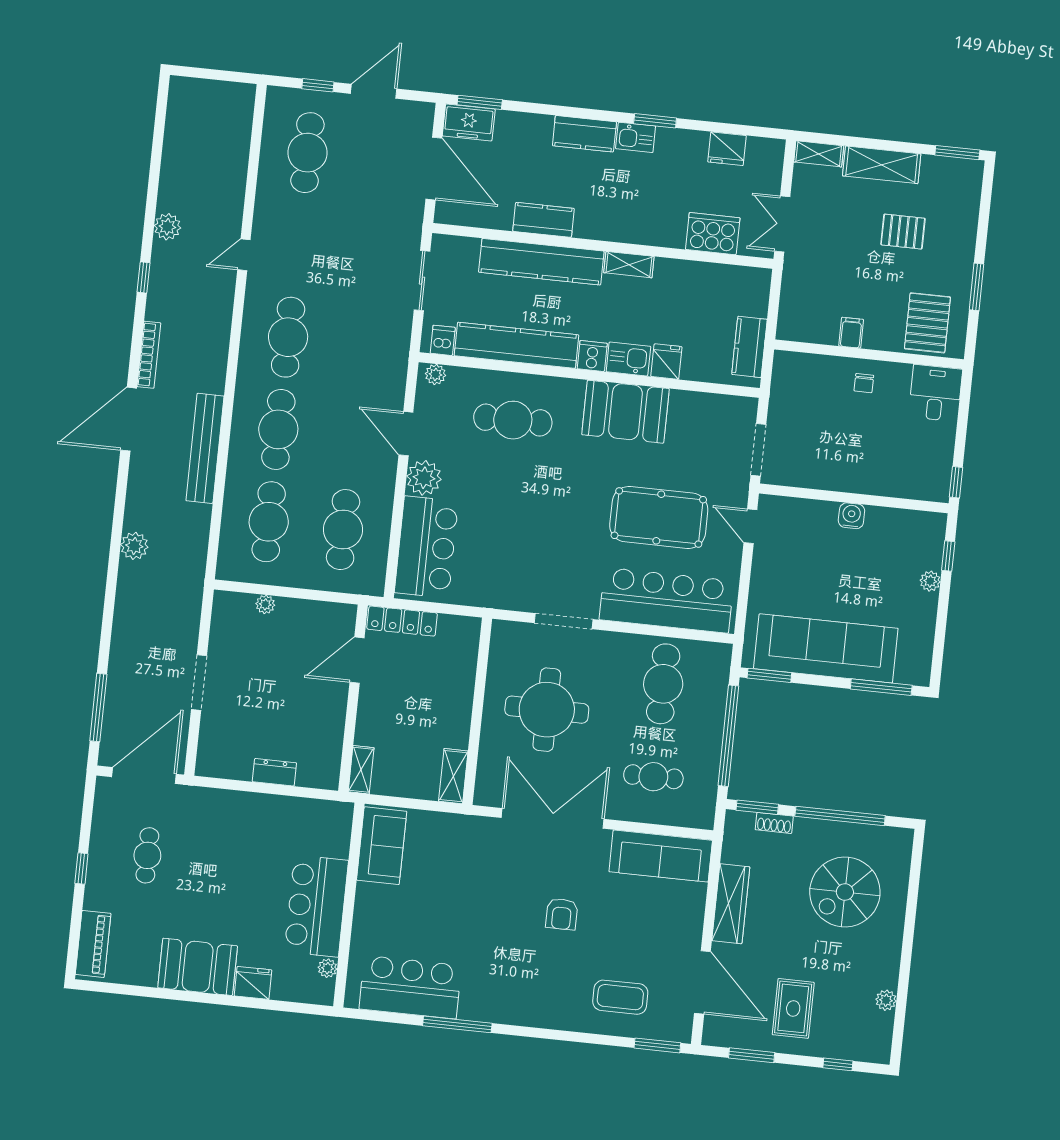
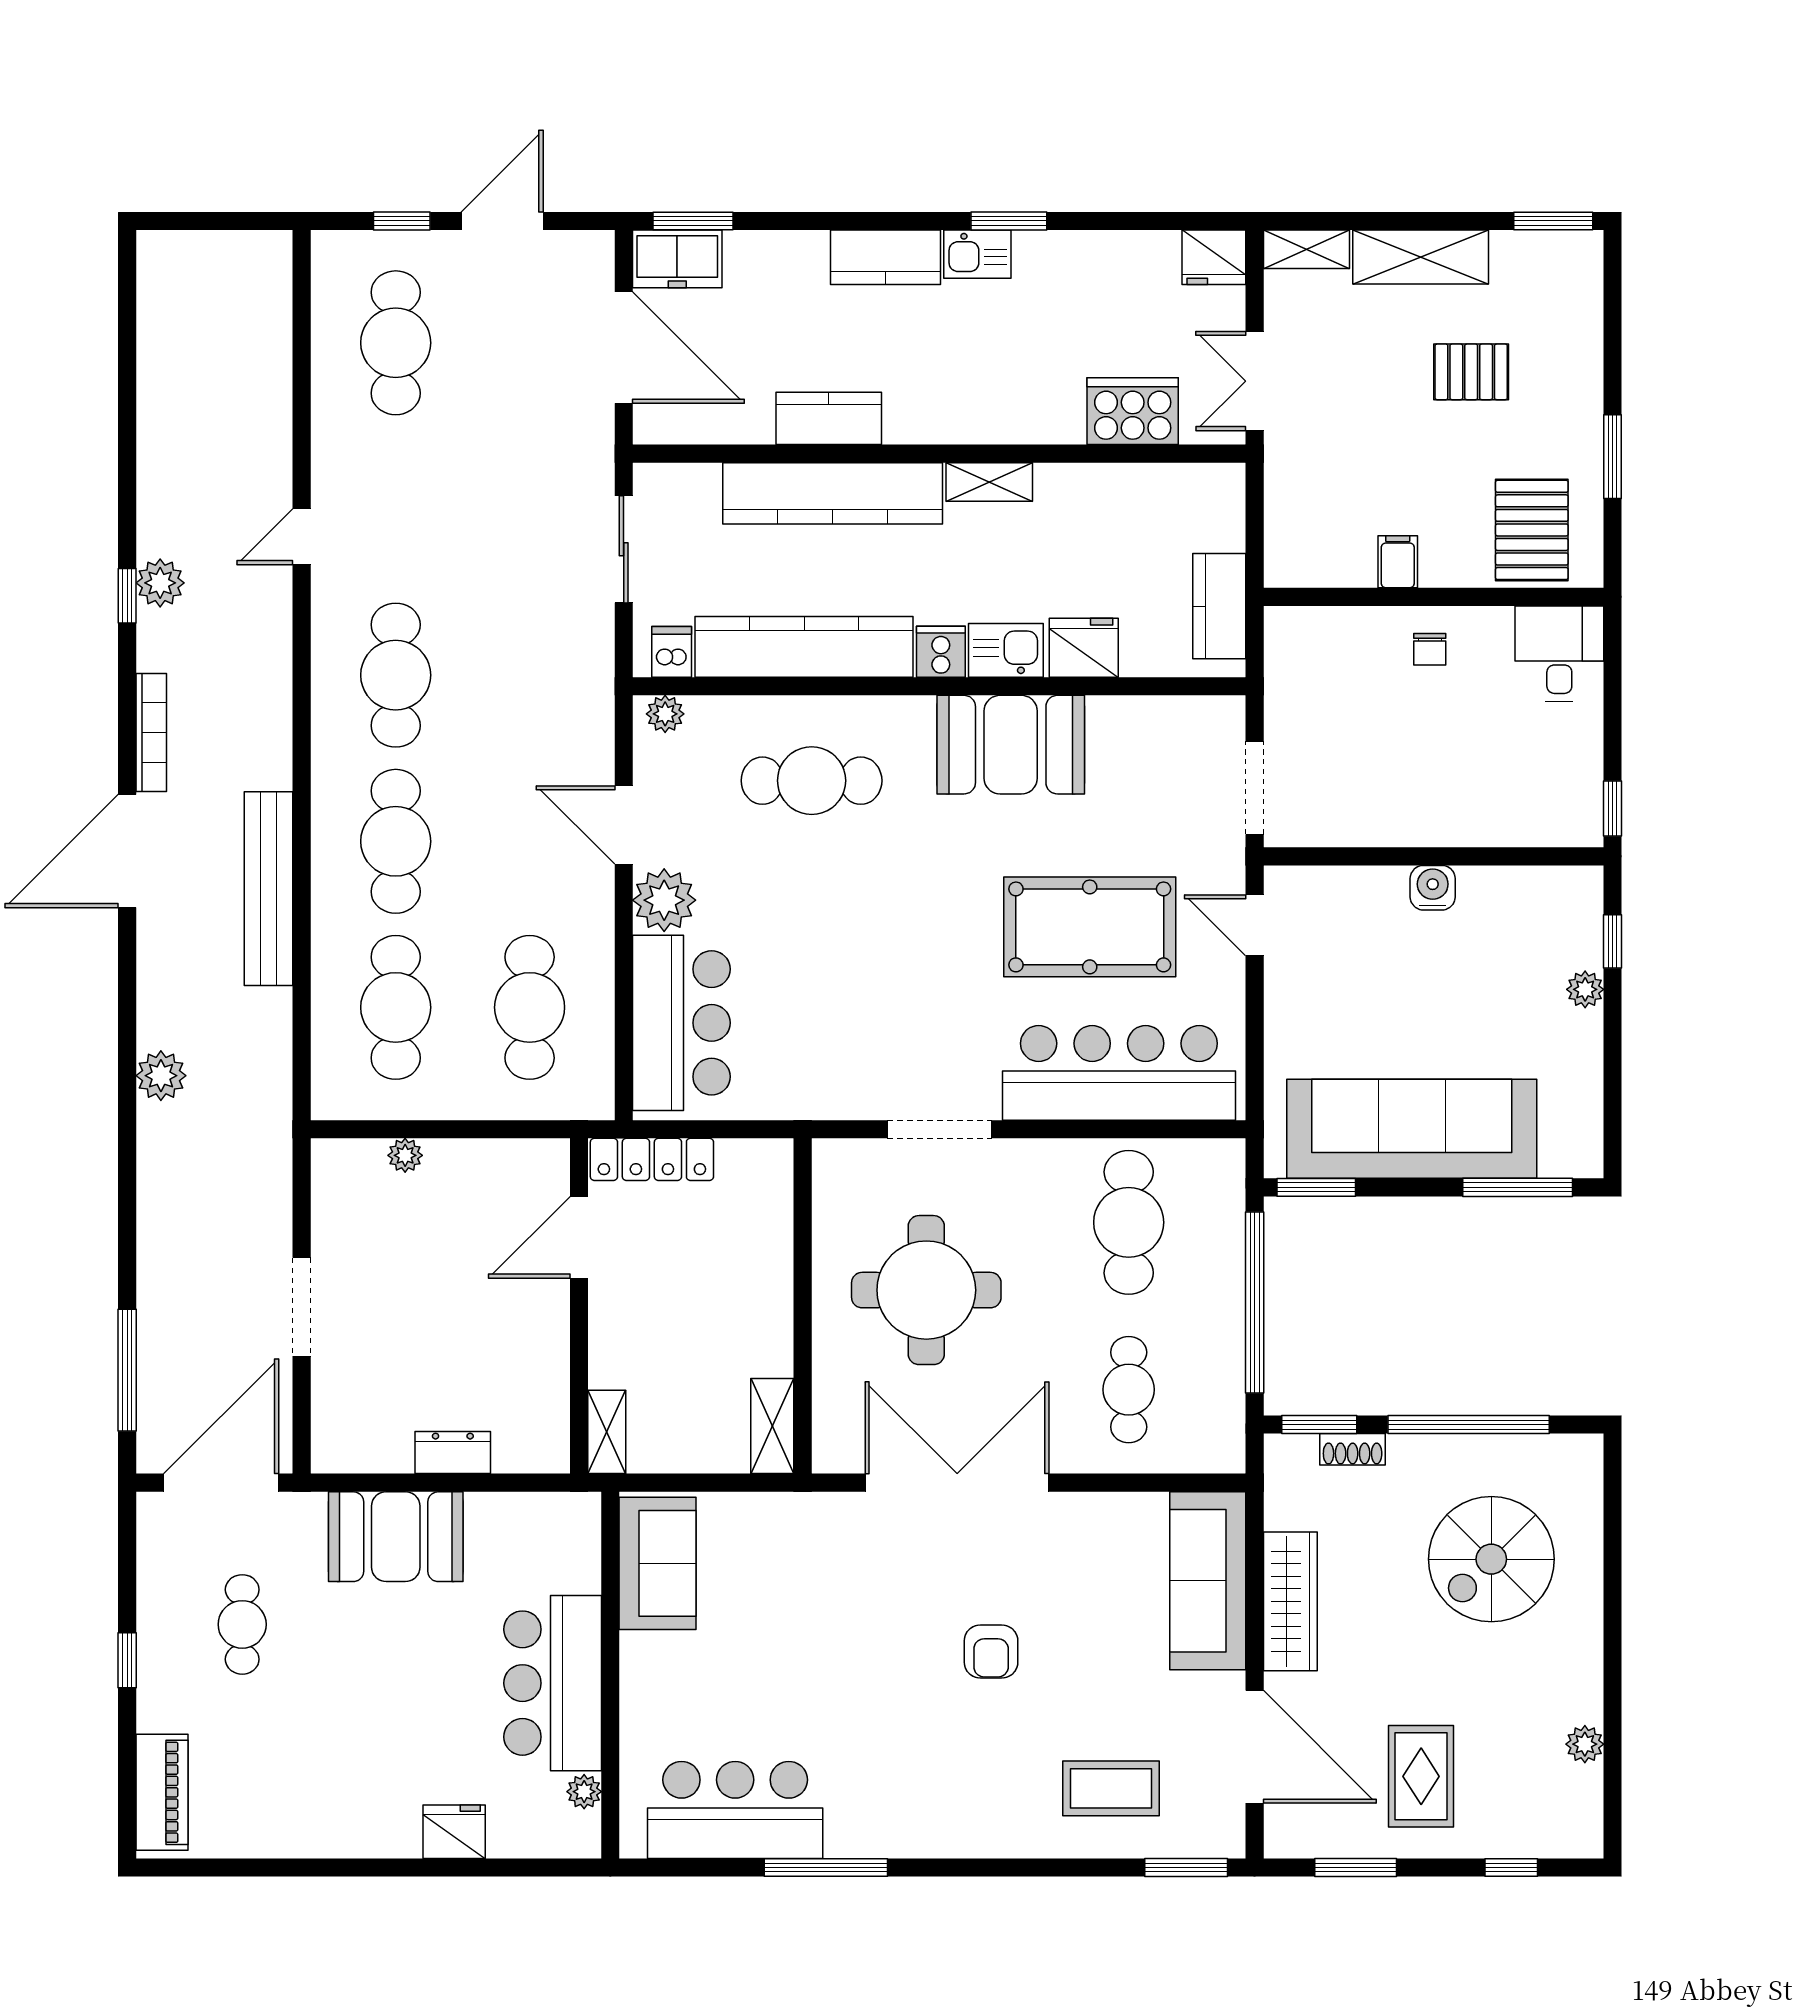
fridge: (727, 149) -> (1214, 257), moved
plant: (167, 227) -> (160, 583), moved
fridge: (666, 362) -> (1084, 648), width x1.38
cafe table: (653, 777) -> (1129, 1390), turned 90
sofa: (661, 856) -> (1208, 1581), moved, turned 90
booth: (198, 967) -> (396, 1537), moved

